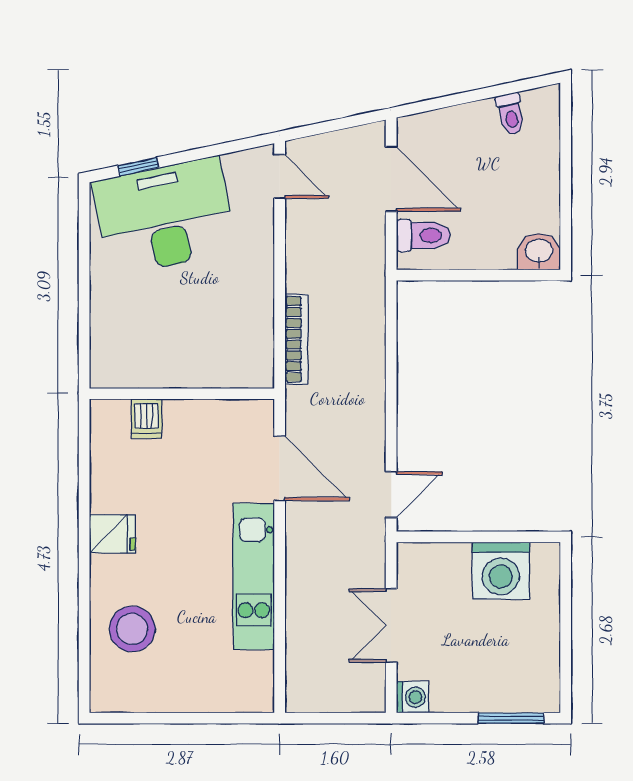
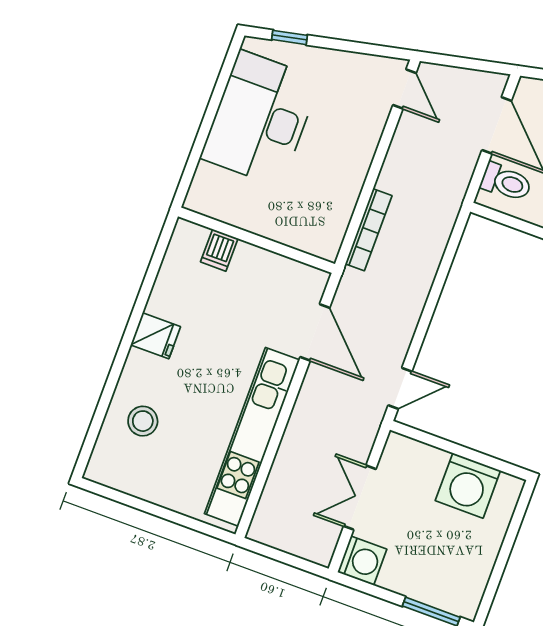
desk: (165, 217) -> (260, 118), moved, turned -78
kitchen unit: (254, 577) -> (252, 437), width x1.36
stool: (132, 629) -> (143, 421), width x0.73, depth x0.73
washing machine: (412, 697) -> (362, 561), width x1.38, depth x1.38

